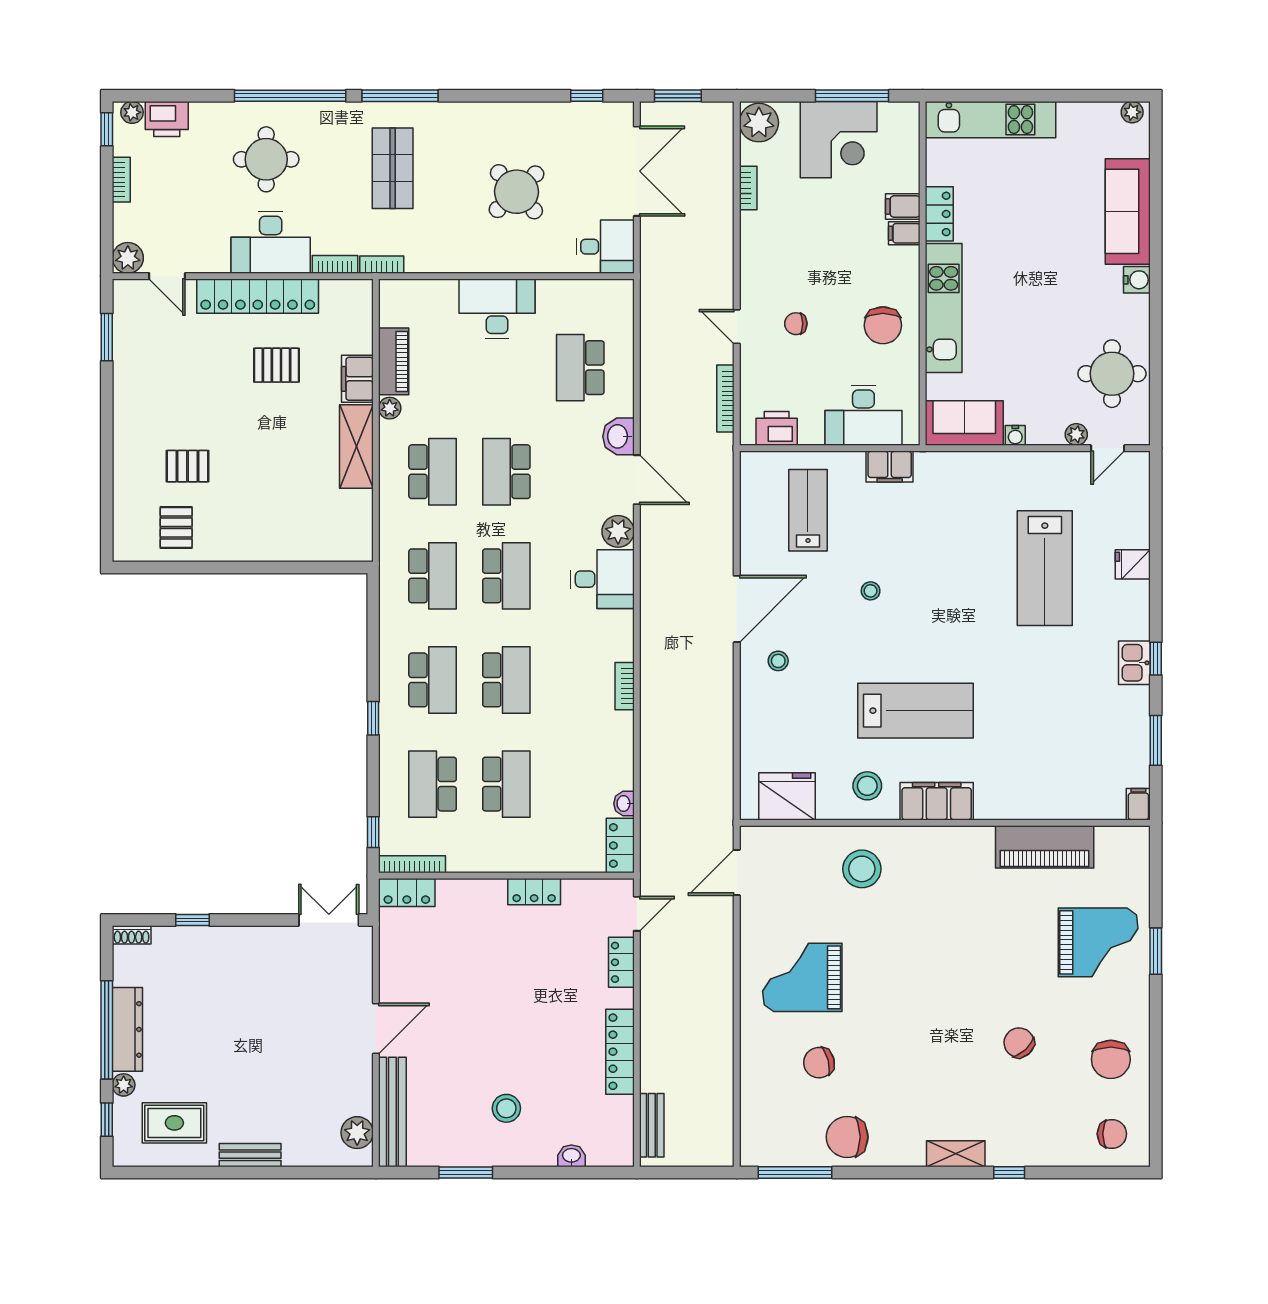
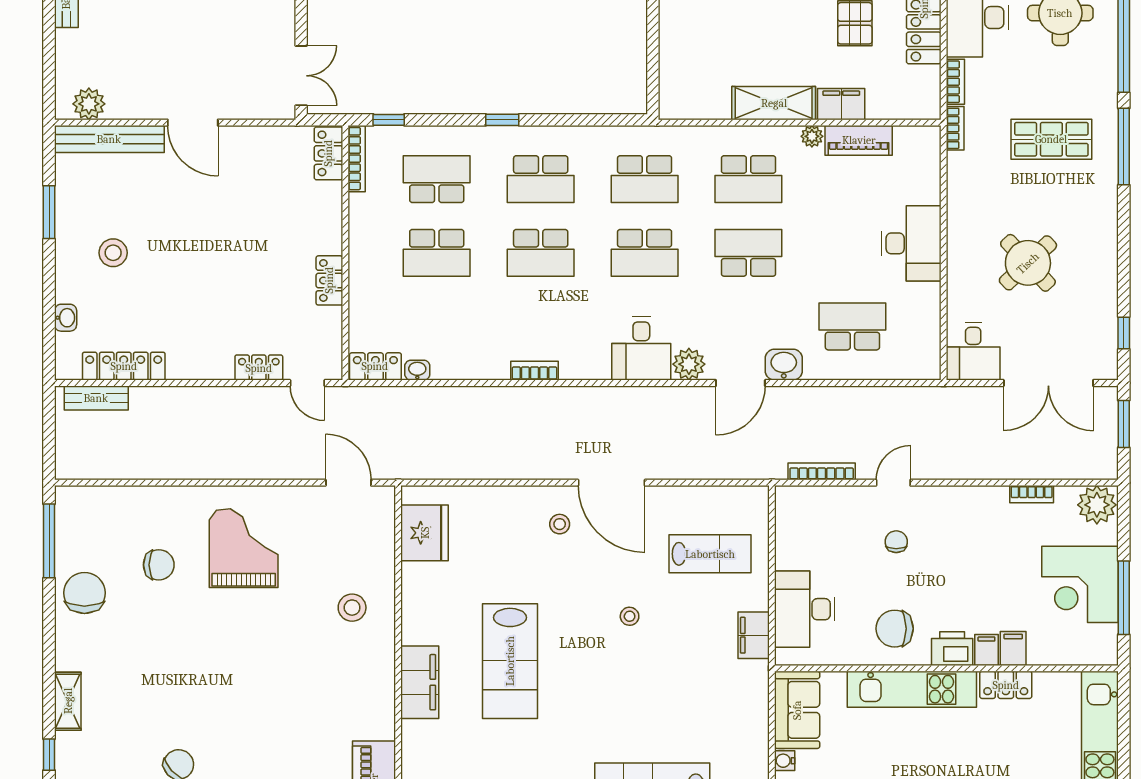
printer: (777, 428) -> (952, 649), moved, turned -90
stool: (867, 786) -> (435, 613), removed
stool: (862, 869) -> (352, 608), width x0.73, depth x0.73
locker: (620, 1052) -> (124, 366), moved
chair: (819, 1063) -> (159, 565), turned 105

